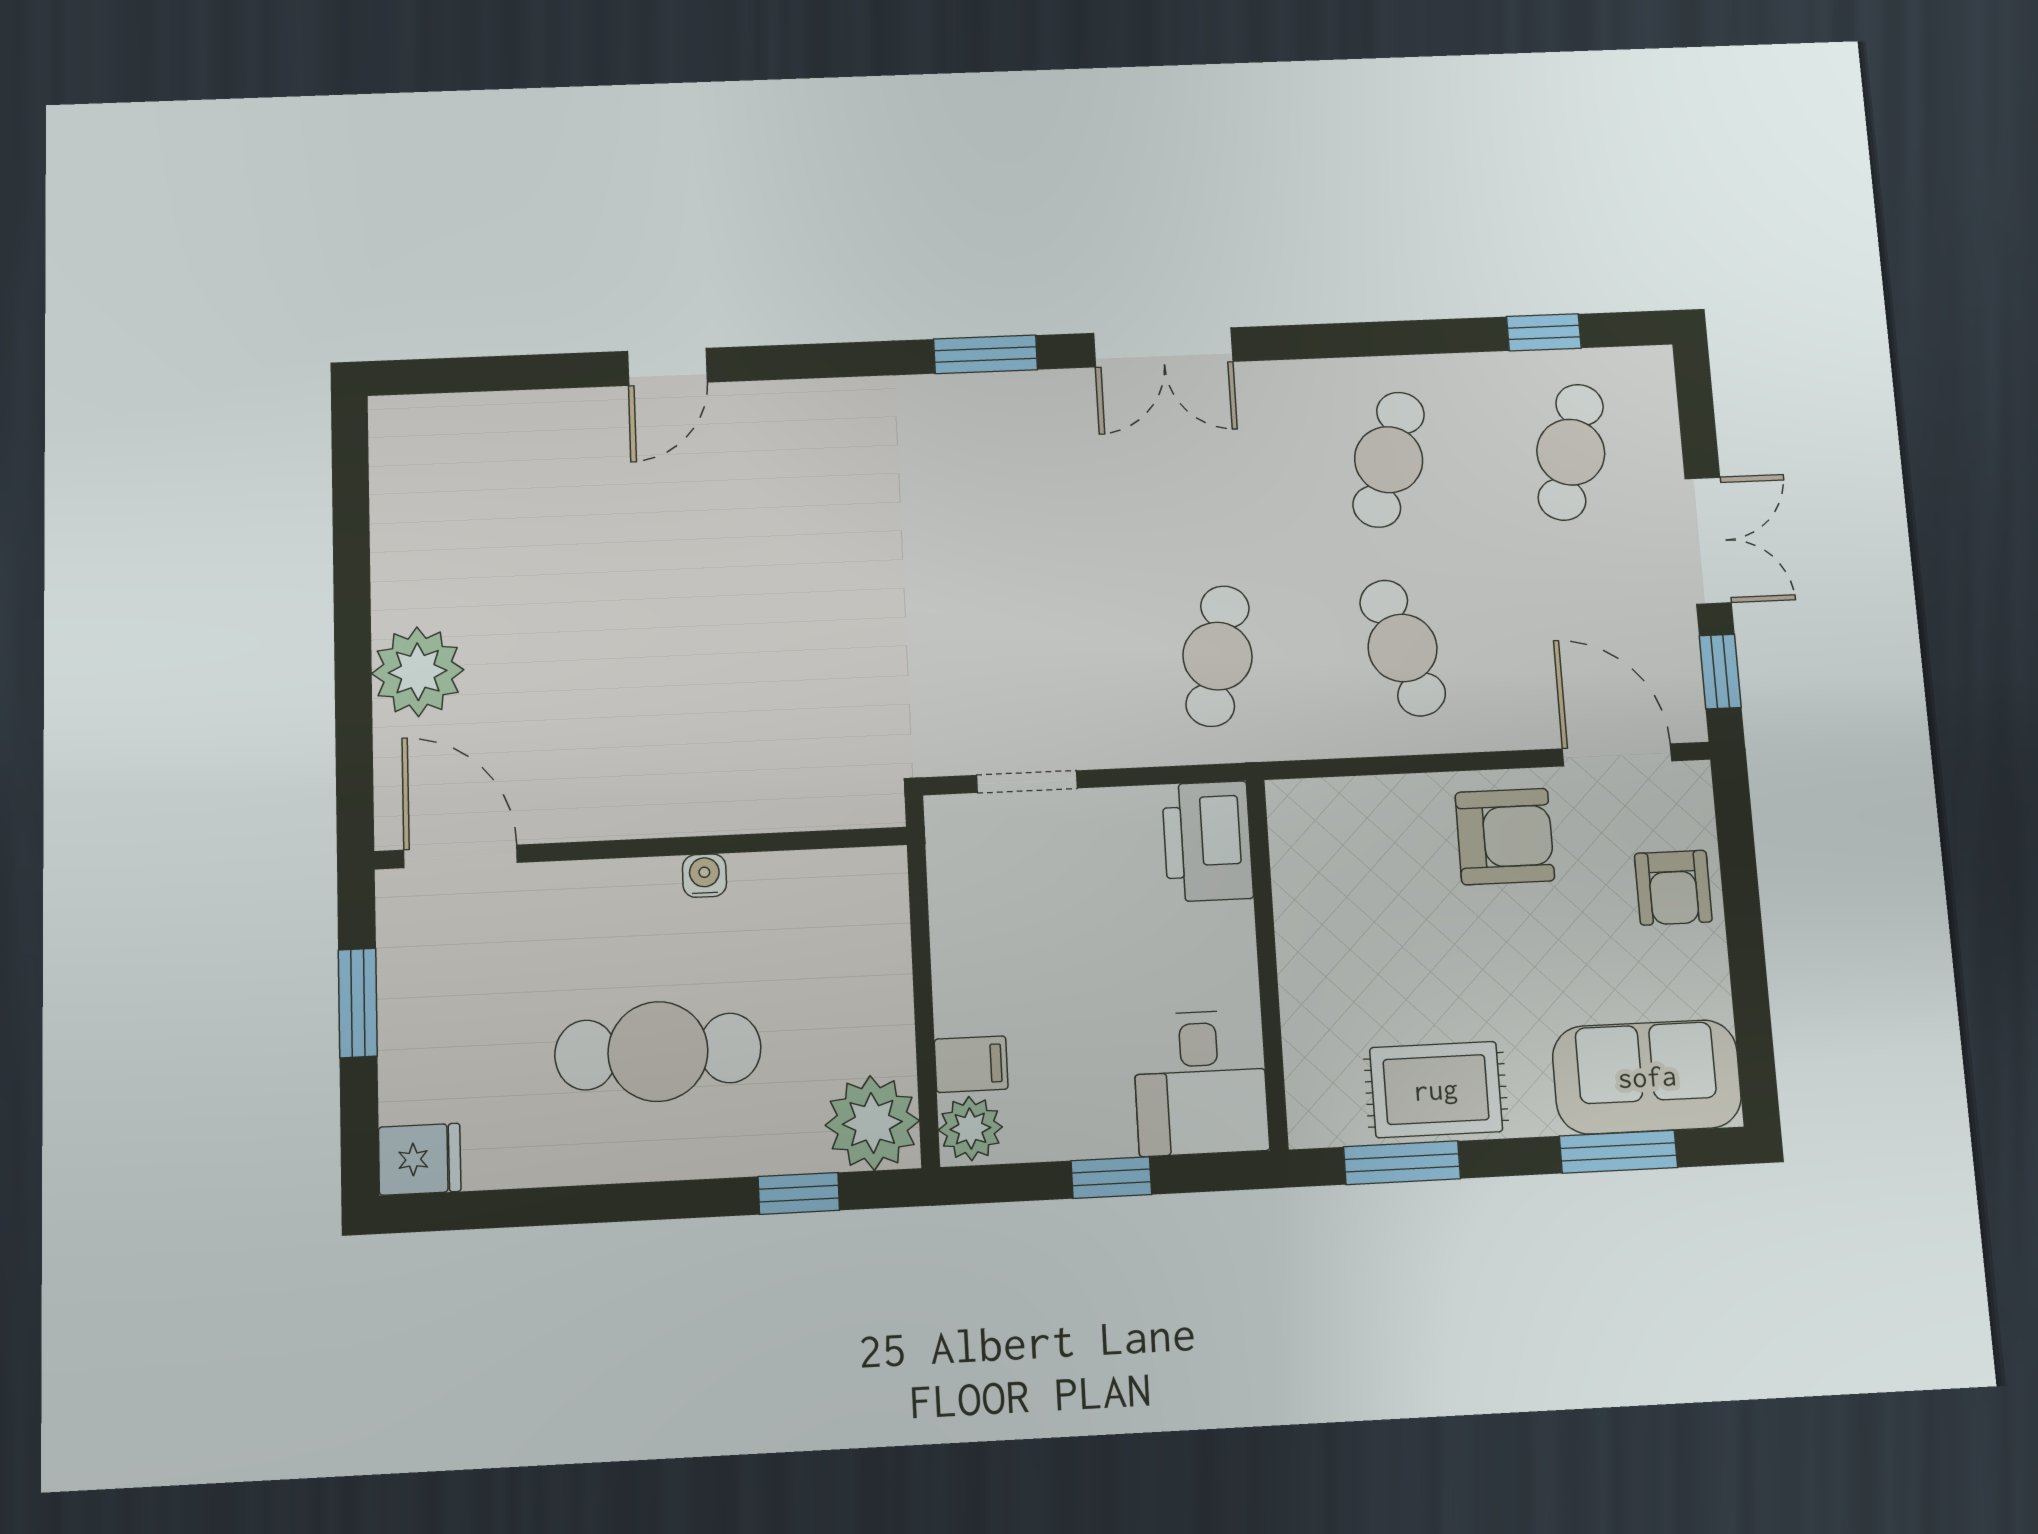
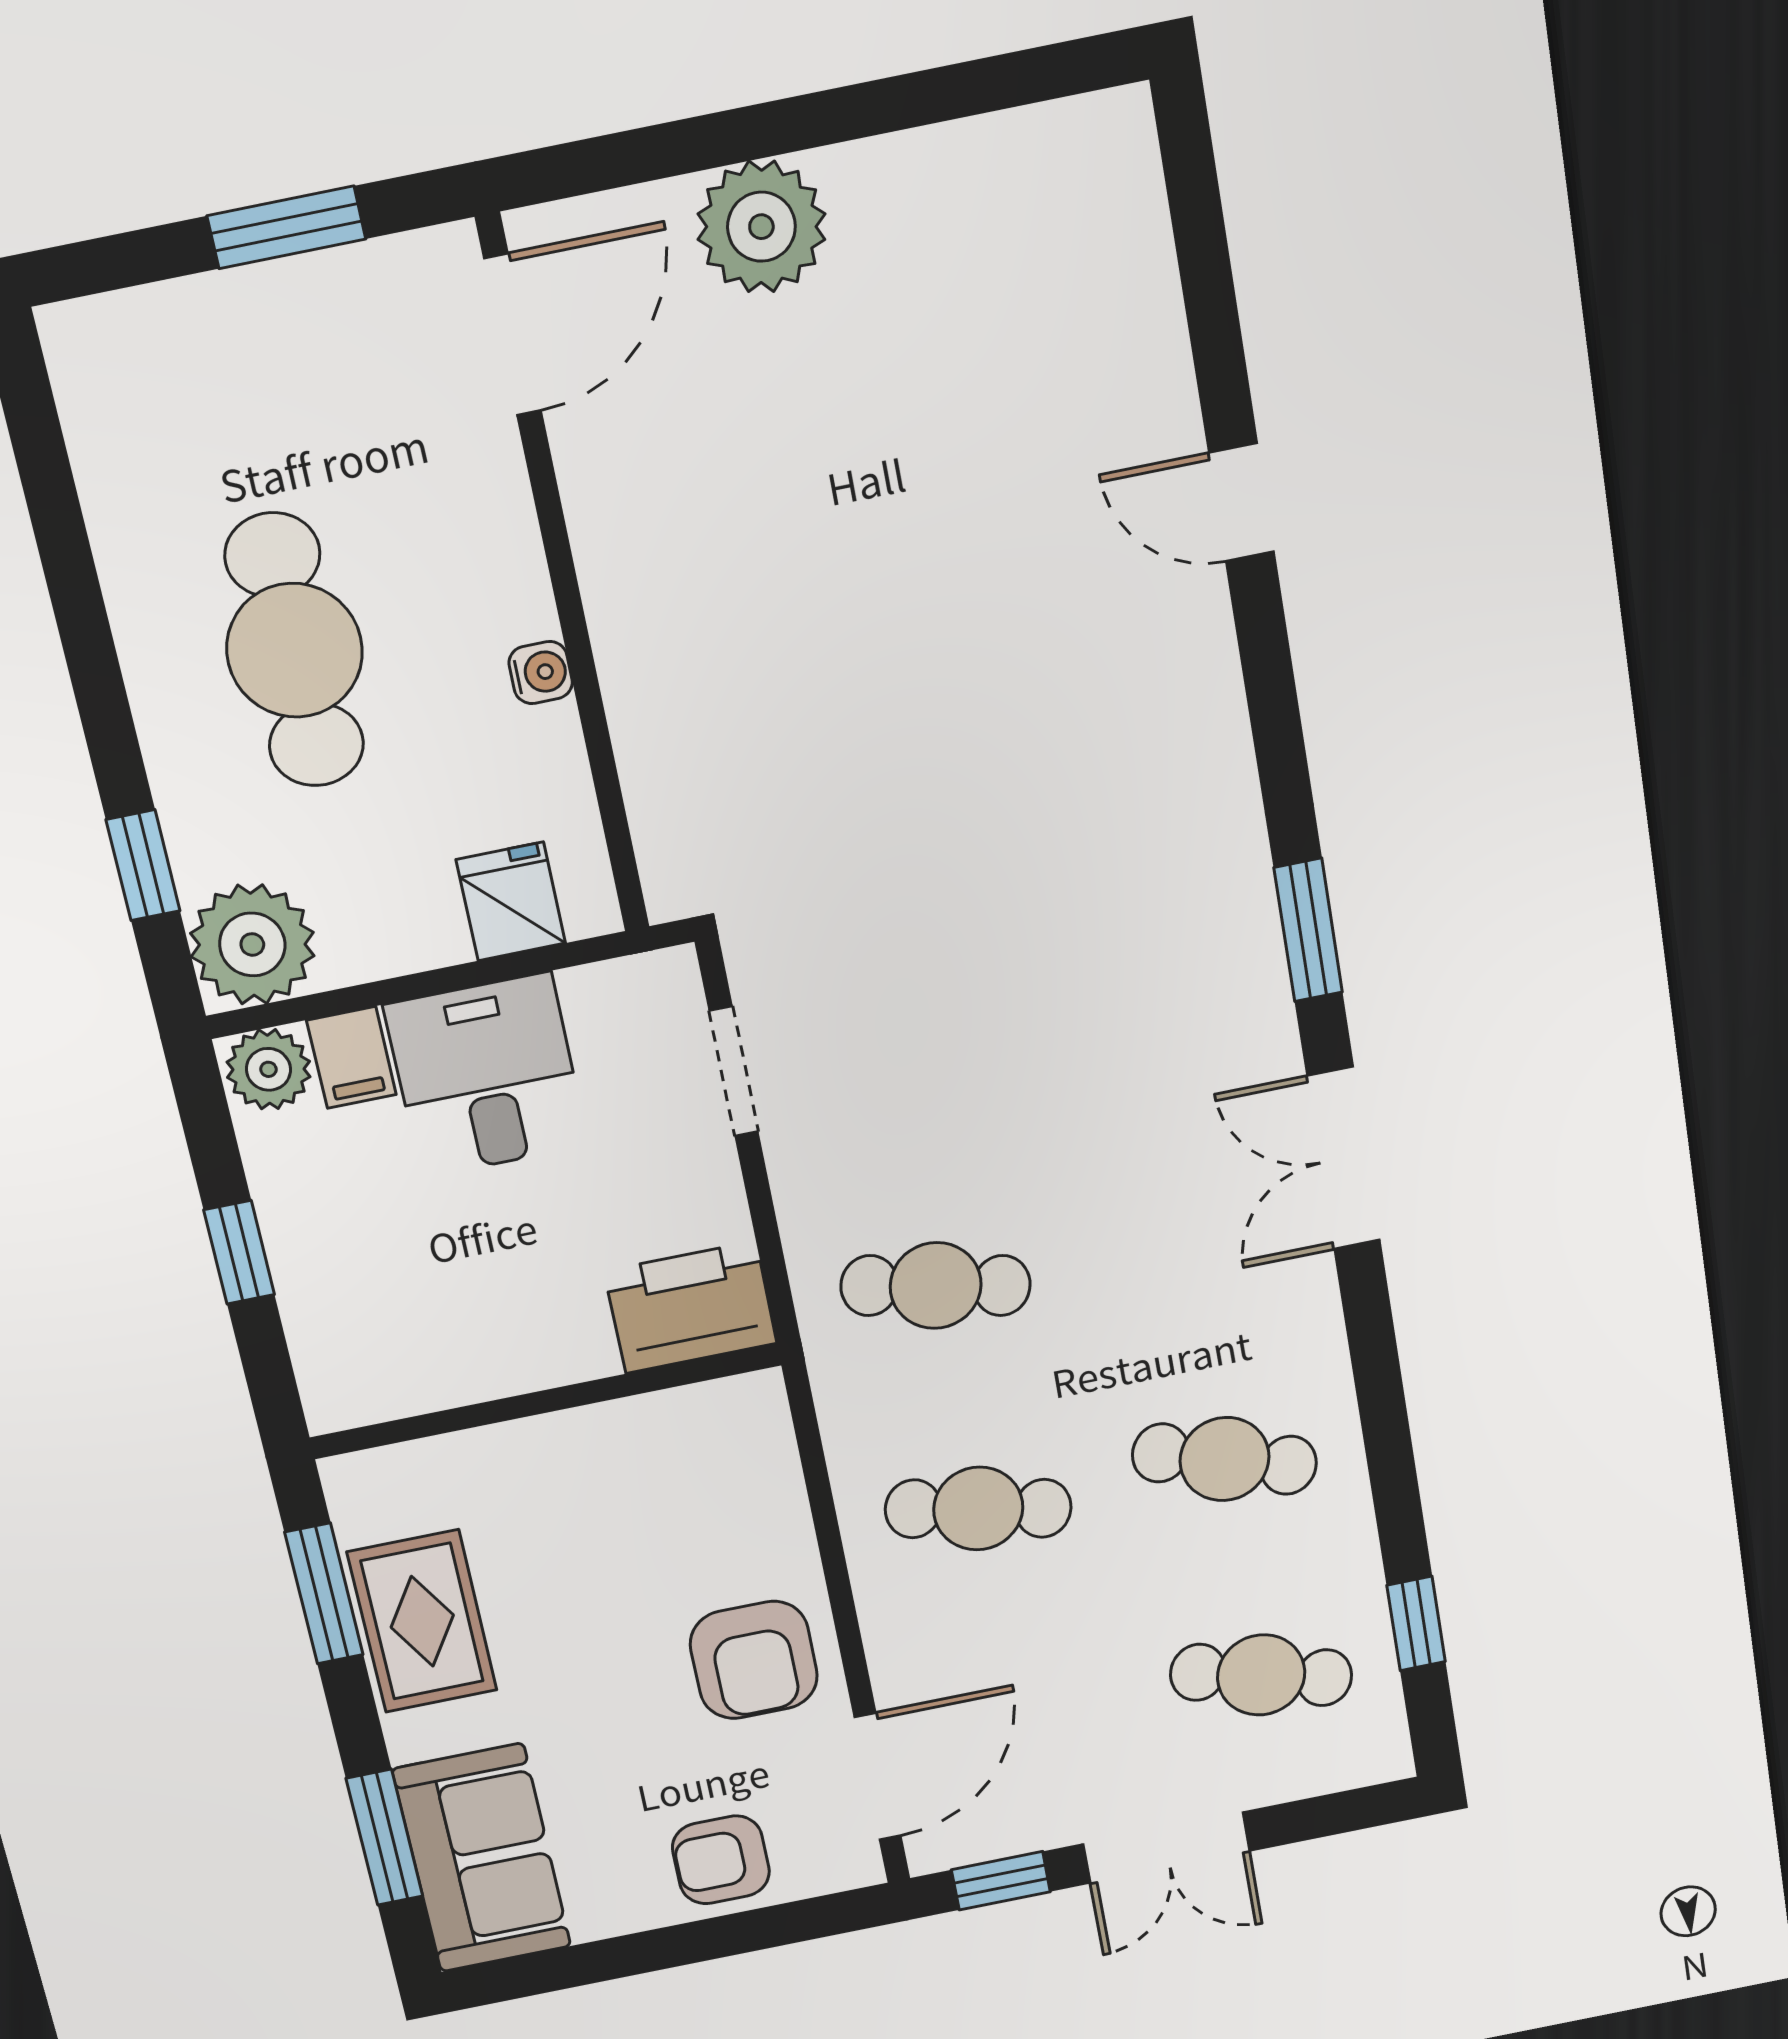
cafe table: (1403, 648) -> (978, 1509), turned 30
desk: (1201, 1083) -> (486, 1075), moved, turned 90
fridge: (420, 1159) -> (511, 901), moved, turned 180

